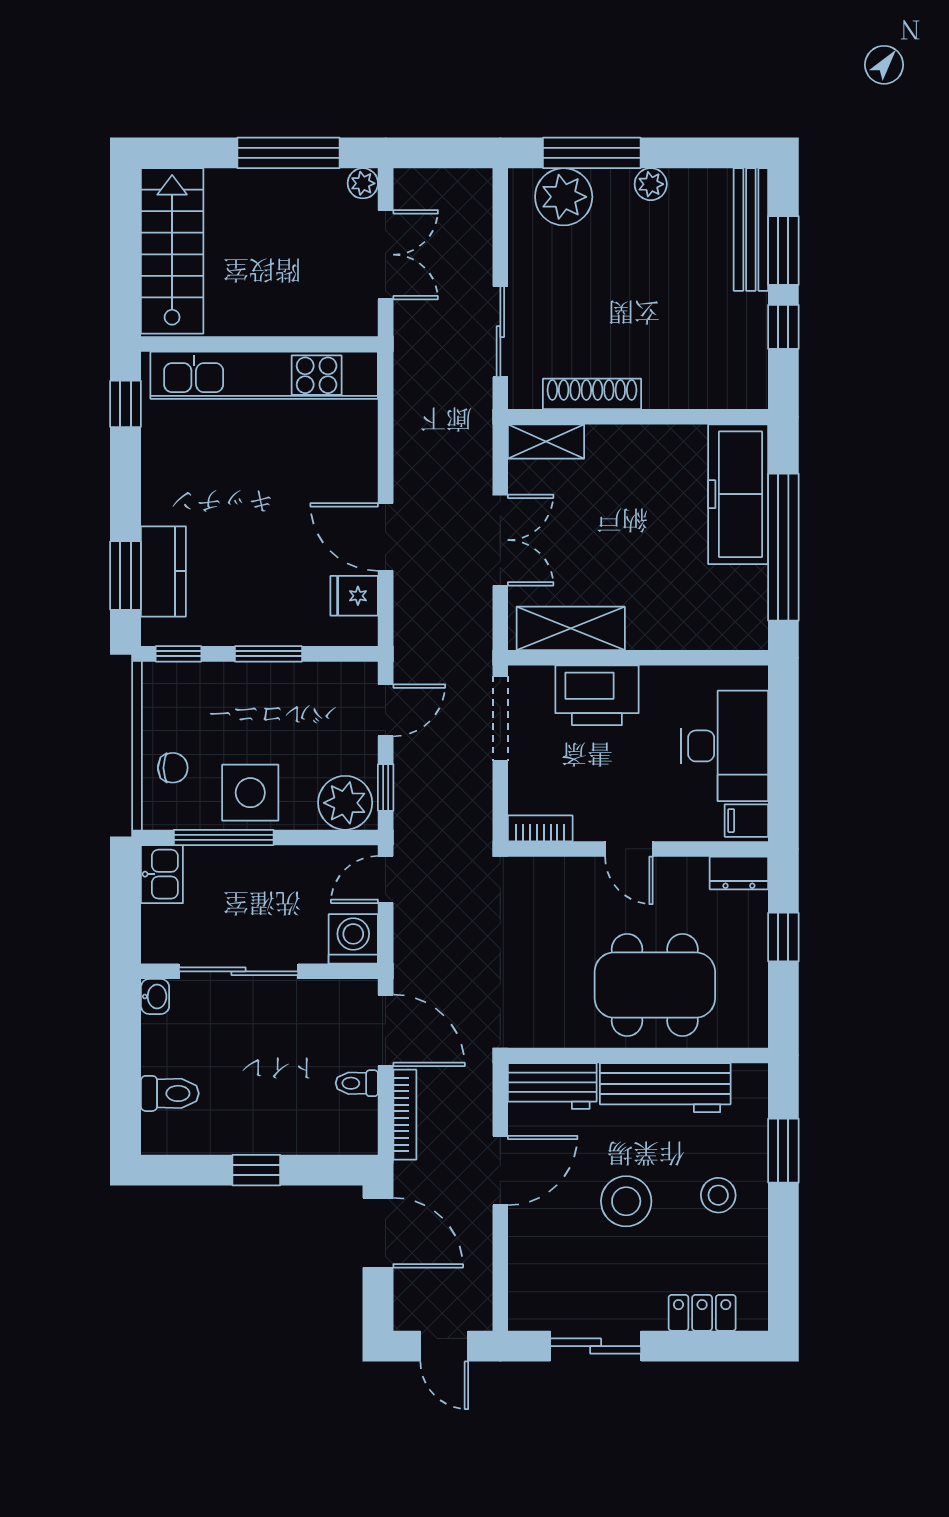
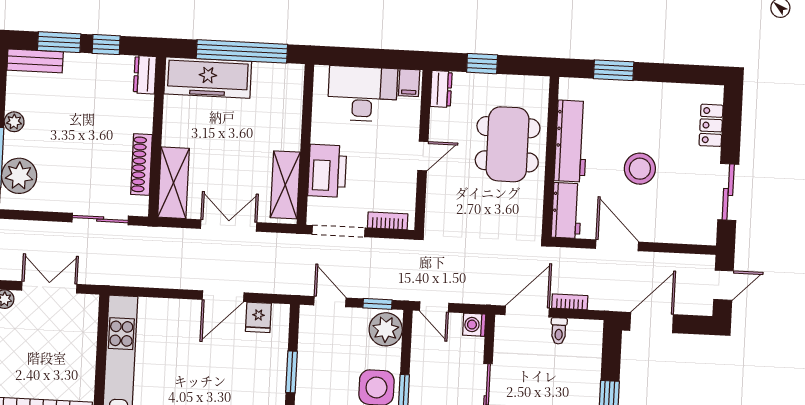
bench: (751, 229) -> (35, 61), width x0.73
dresser: (738, 392) -> (145, 75), added
shelving: (546, 442) -> (173, 183), width x1.50, depth x1.33
bookcase: (540, 828) -> (388, 221), moved, turned 90
washing machine: (353, 939) -> (474, 325), width x0.73, depth x0.73
bookcase: (405, 1115) -> (570, 302), width x0.64
stool: (718, 1195) -> (639, 112), removed

